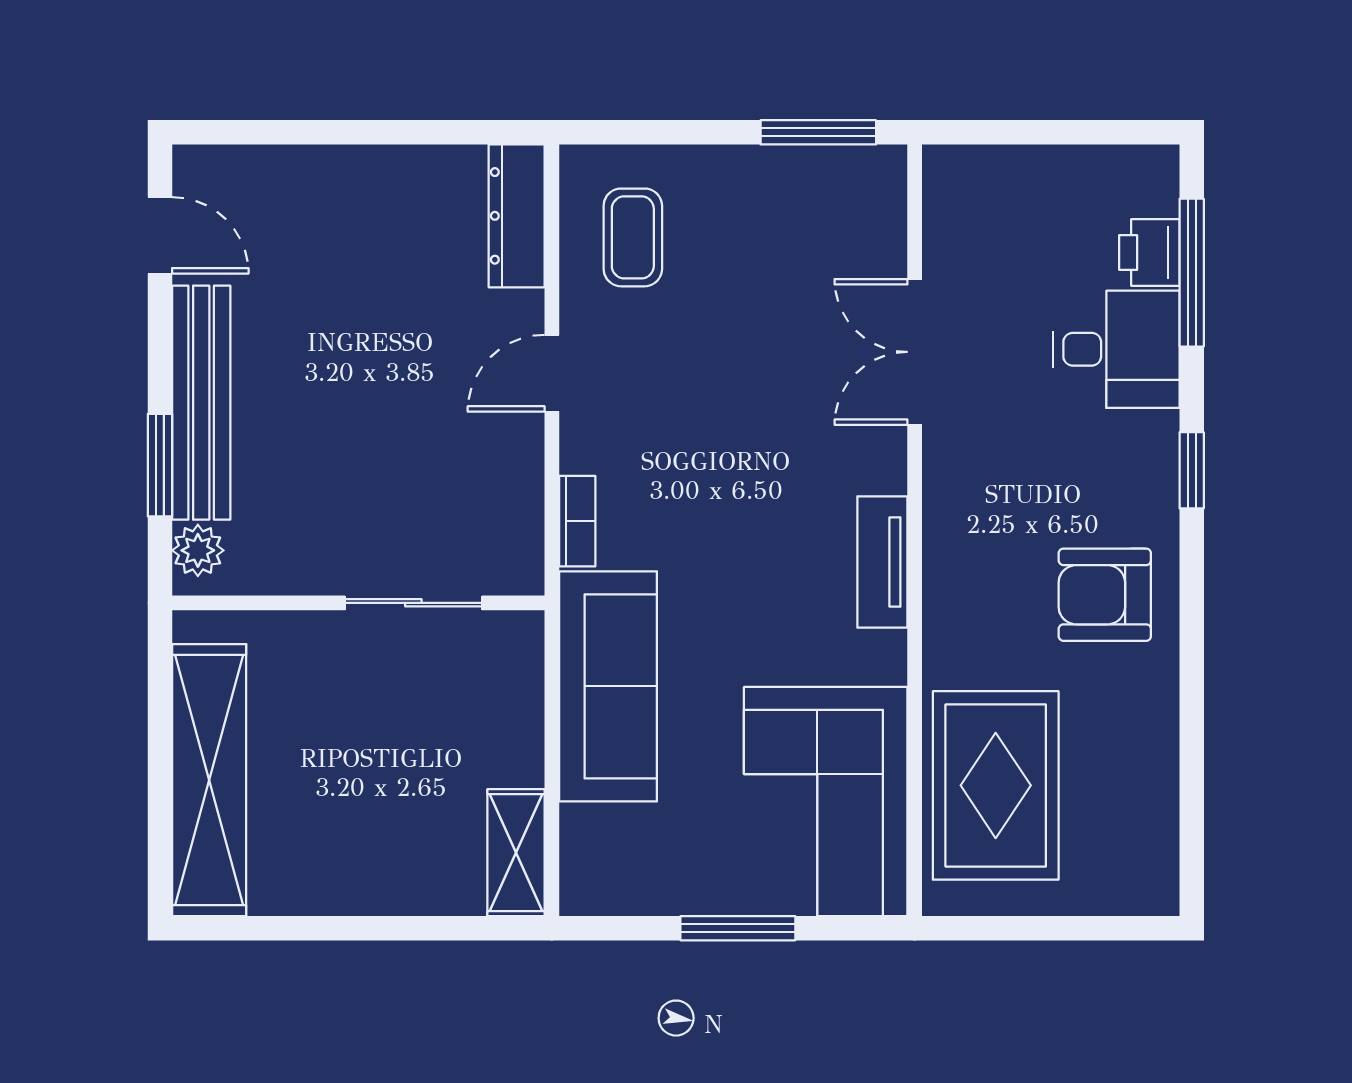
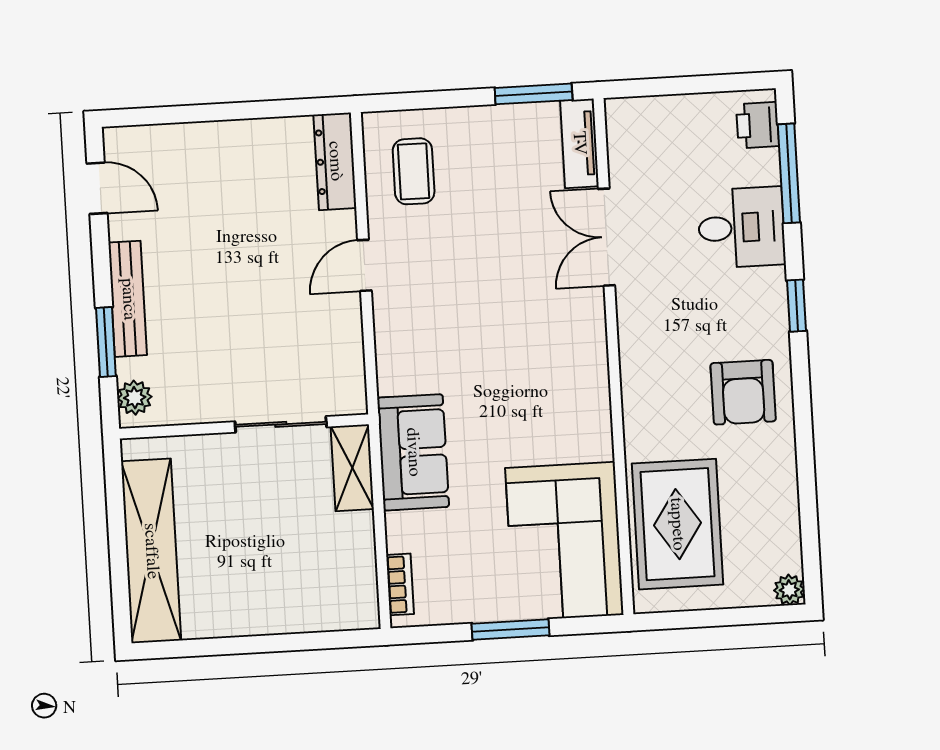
printer: (1149, 253) -> (758, 125), moved
bench: (201, 403) -> (128, 299), width x0.73, depth x0.82
bookcase: (577, 521) -> (400, 584), moved
tv unit: (882, 562) -> (579, 143), moved
armchair: (1105, 595) -> (743, 392), turned -90
sofa: (608, 686) -> (413, 452), width x0.73
shelving: (516, 853) -> (352, 468), moved
plant: (1157, 893) -> (789, 590), added

